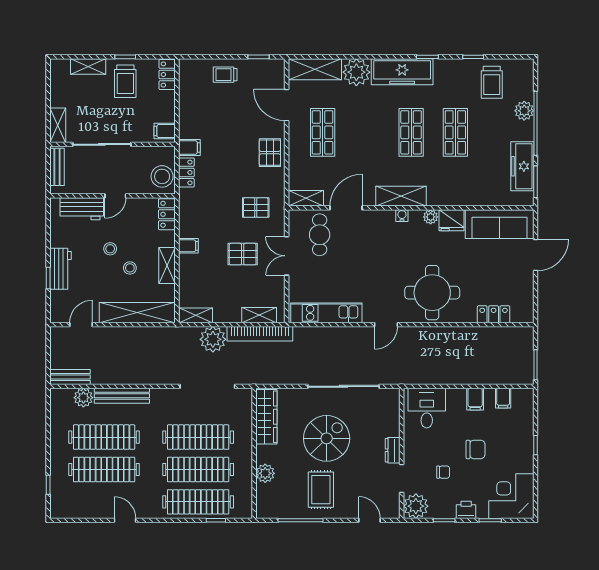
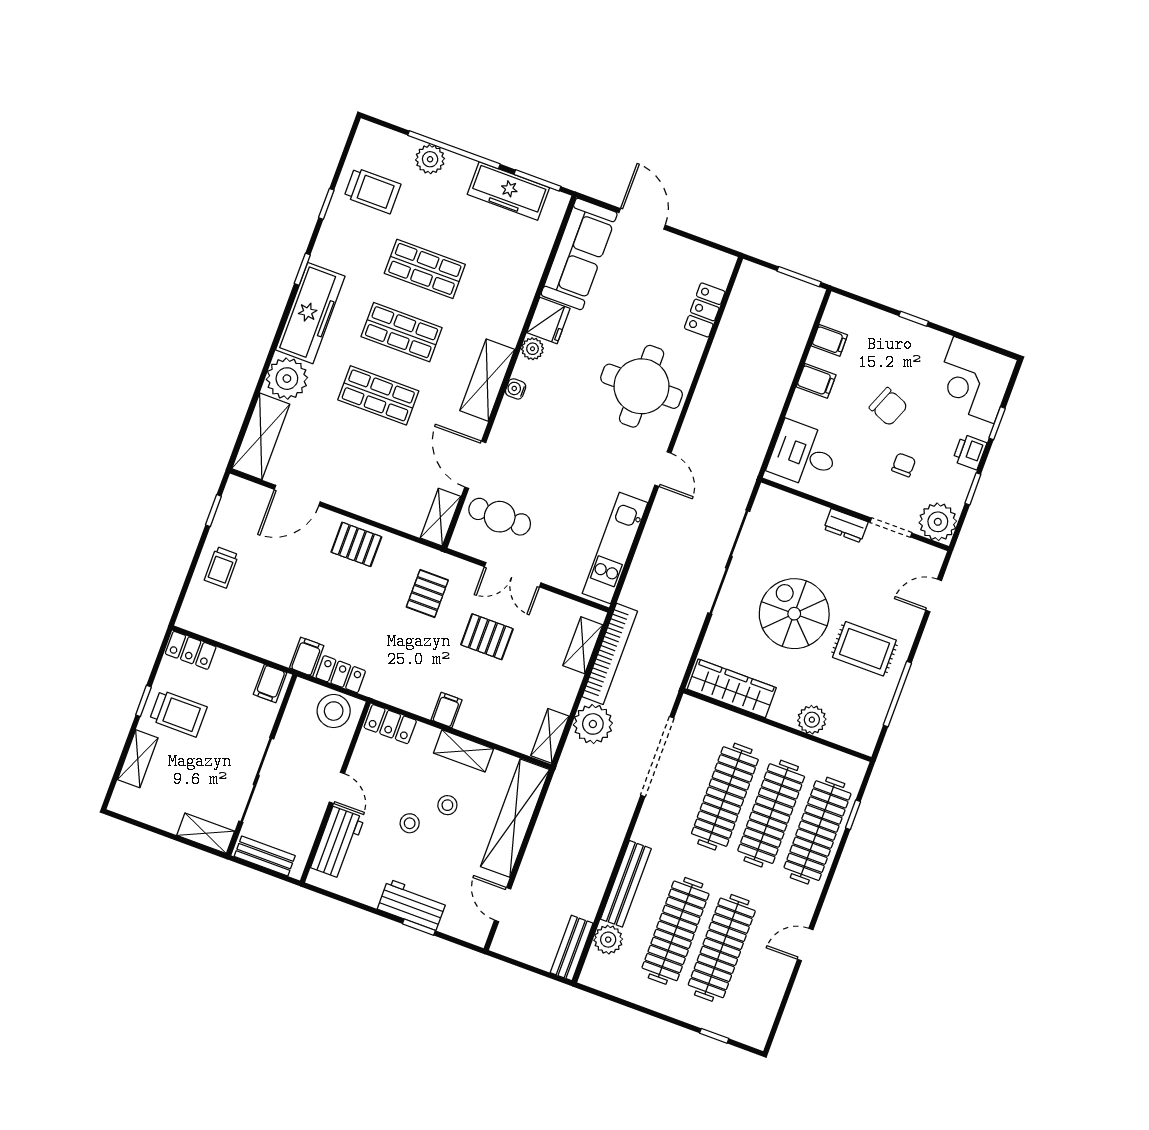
shop shelf: (323, 132) -> (378, 395), moved
pallet: (243, 254) -> (487, 637), turned 90
chair: (476, 449) -> (888, 407), turned 112

